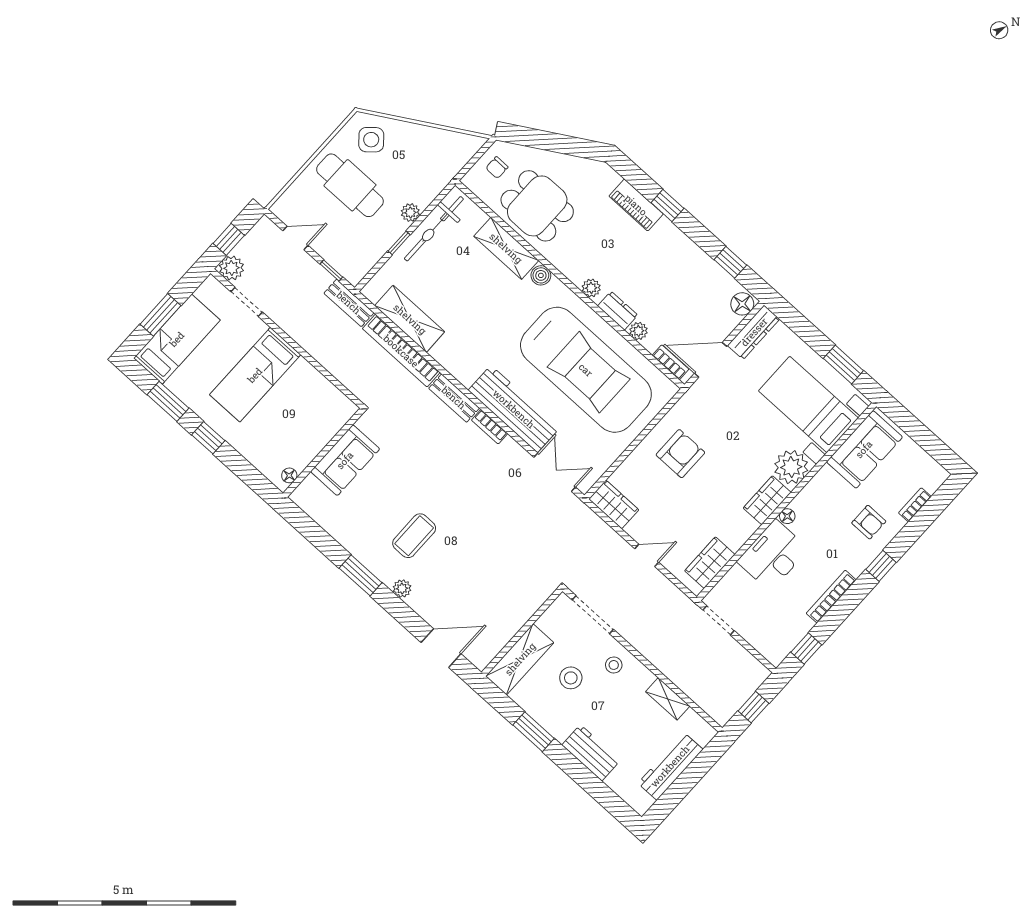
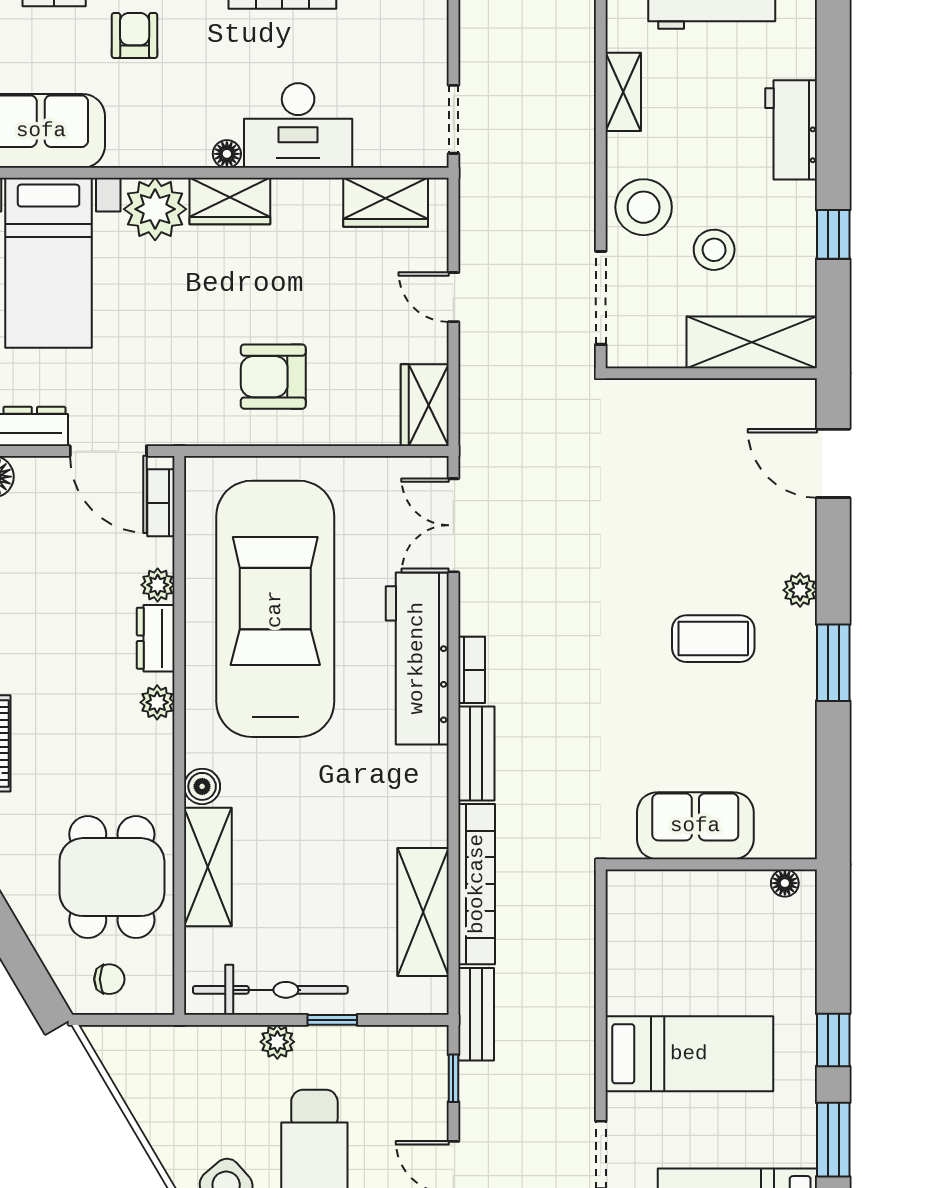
stool: (614, 665) -> (644, 207), width x1.89, depth x1.89
window: (534, 732) -> (833, 234), width x0.67

